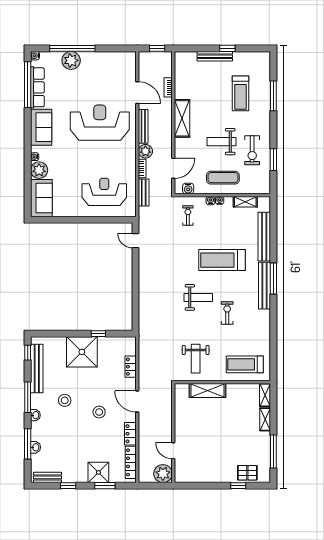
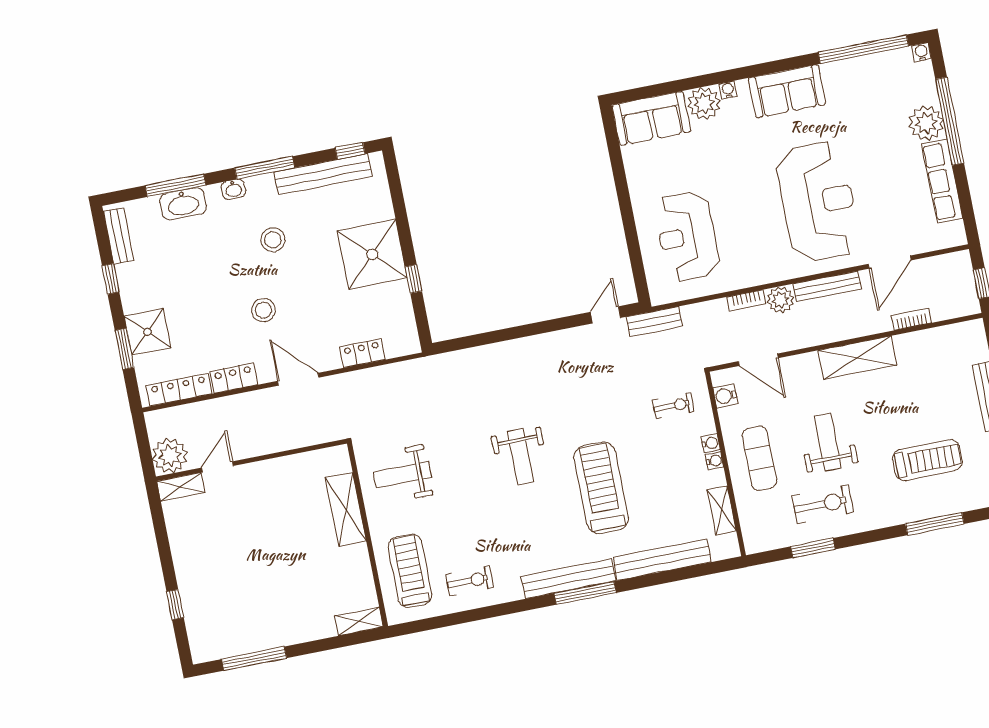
row of seats: (37, 87) -> (942, 181), moved, turned 90
treadmill: (241, 93) -> (927, 460), turned 180
exercise bike: (252, 150) -> (823, 504), turned 180
reception desk: (104, 192) -> (687, 236), turned 180
bench: (144, 192) -> (654, 321), moved
exercise bike: (227, 313) -> (470, 581), moved
door: (137, 401) -> (298, 379), hinge flipped
shelving: (265, 419) -> (181, 487), moved
washbasin: (35, 447) -> (183, 204), width x1.91, depth x1.45
pallet: (247, 473) -> (203, 617), removed

